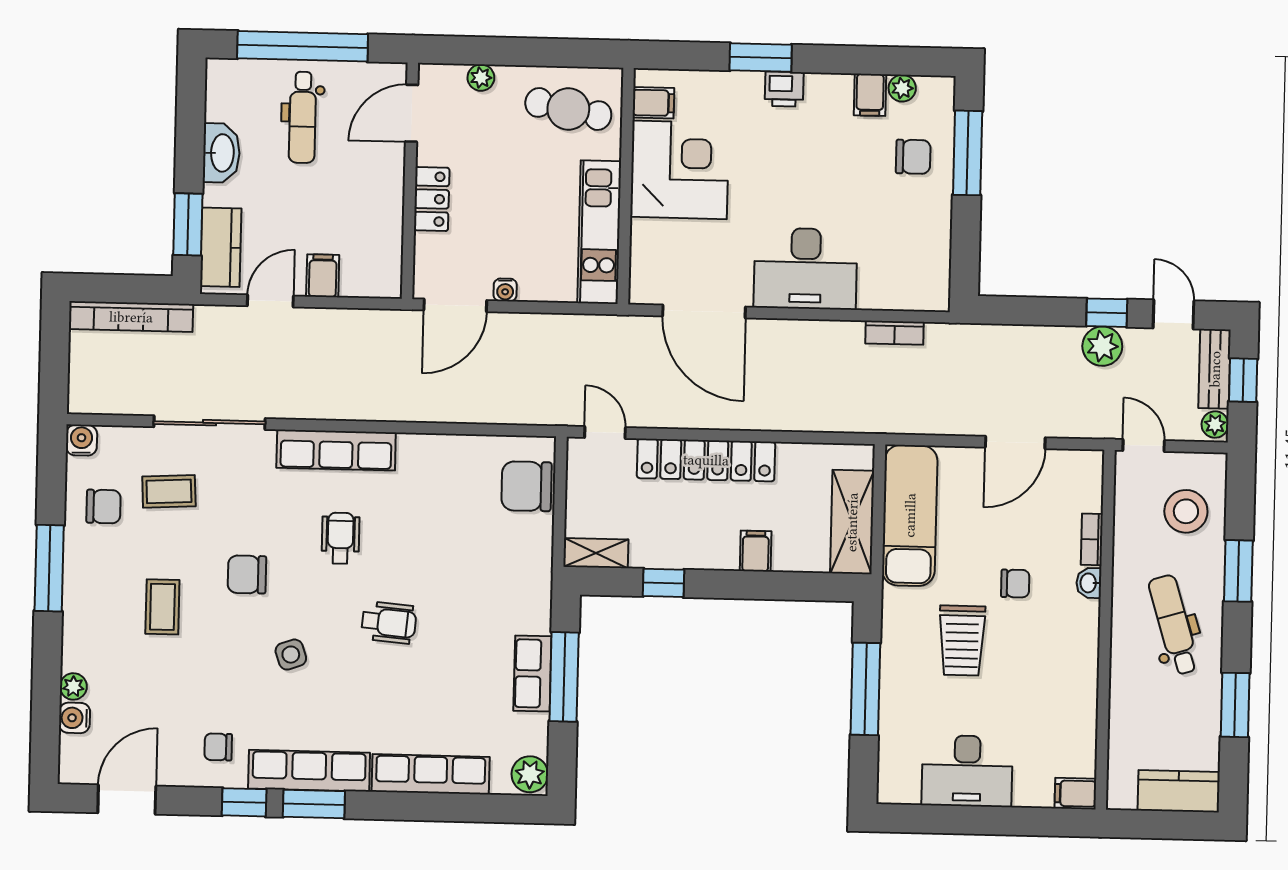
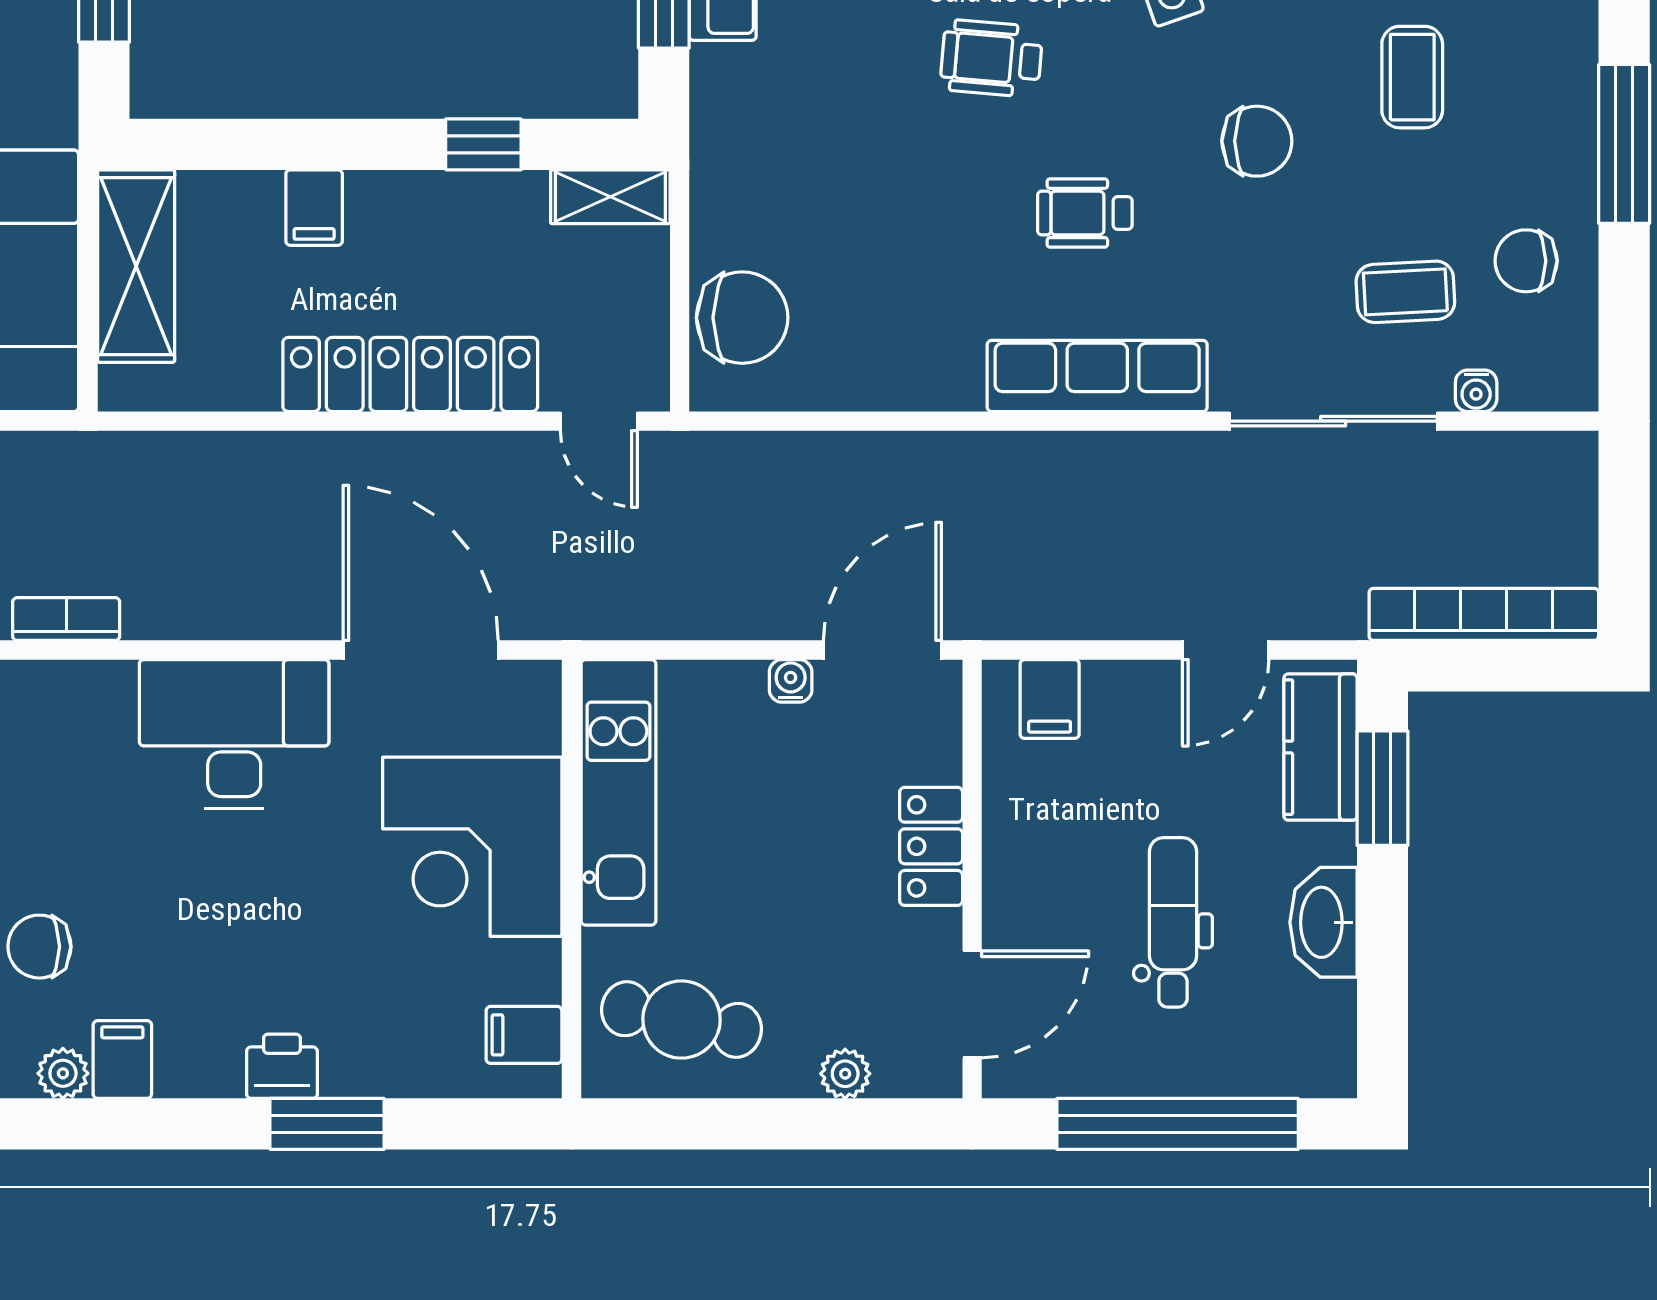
dental chair: (303, 117) -> (1173, 922), moved
corner desk: (680, 170) -> (472, 847), moved
filing cabinet: (323, 276) -> (1050, 699), moved
water cooler: (81, 440) -> (1476, 391), moved, width x0.72, depth x0.72
wheelchair: (341, 538) -> (1085, 213), turned 90

